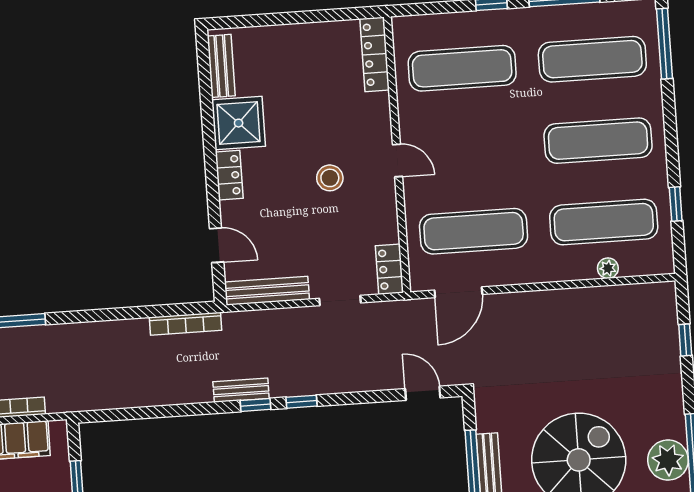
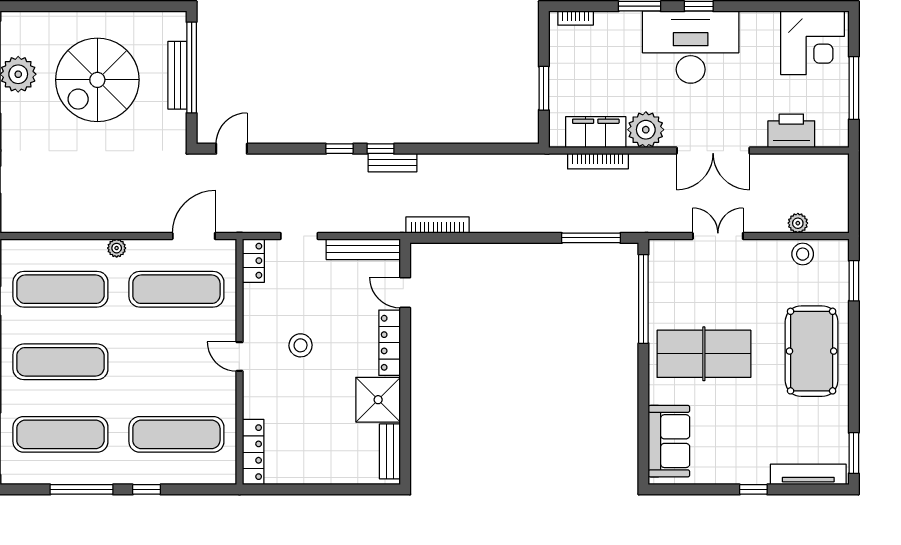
locker: (229, 175) -> (390, 343), width x1.53
plant: (608, 268) -> (117, 248), moved
door: (423, 393) -> (232, 149), swing flipped

